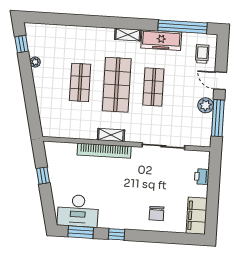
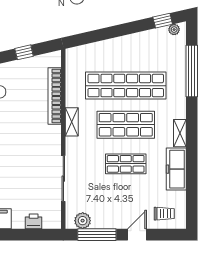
window: (182, 27) -> (192, 71), moved
plant: (35, 62) -> (174, 30), moved
shop shelf: (80, 82) -> (126, 86), width x2.00, depth x1.36
plant: (206, 105) -> (83, 221), moved
bookcase: (104, 151) -> (55, 96), moved

